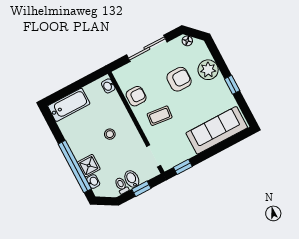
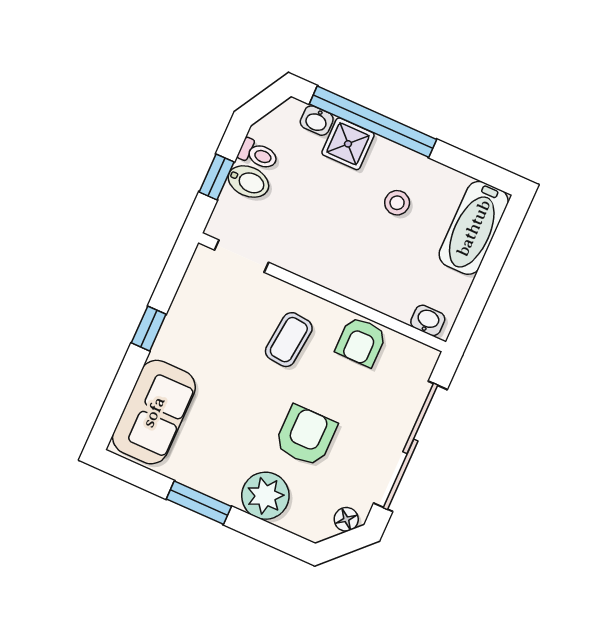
sliding door: (147, 48) -> (410, 446), width x1.36
armchair: (179, 79) -> (306, 436), turned 180
window: (232, 85) -> (199, 503), width x1.50
sofa: (217, 130) -> (154, 412), width x0.73
stool: (110, 134) -> (397, 203), moved
window: (183, 167) -> (149, 329), moved

